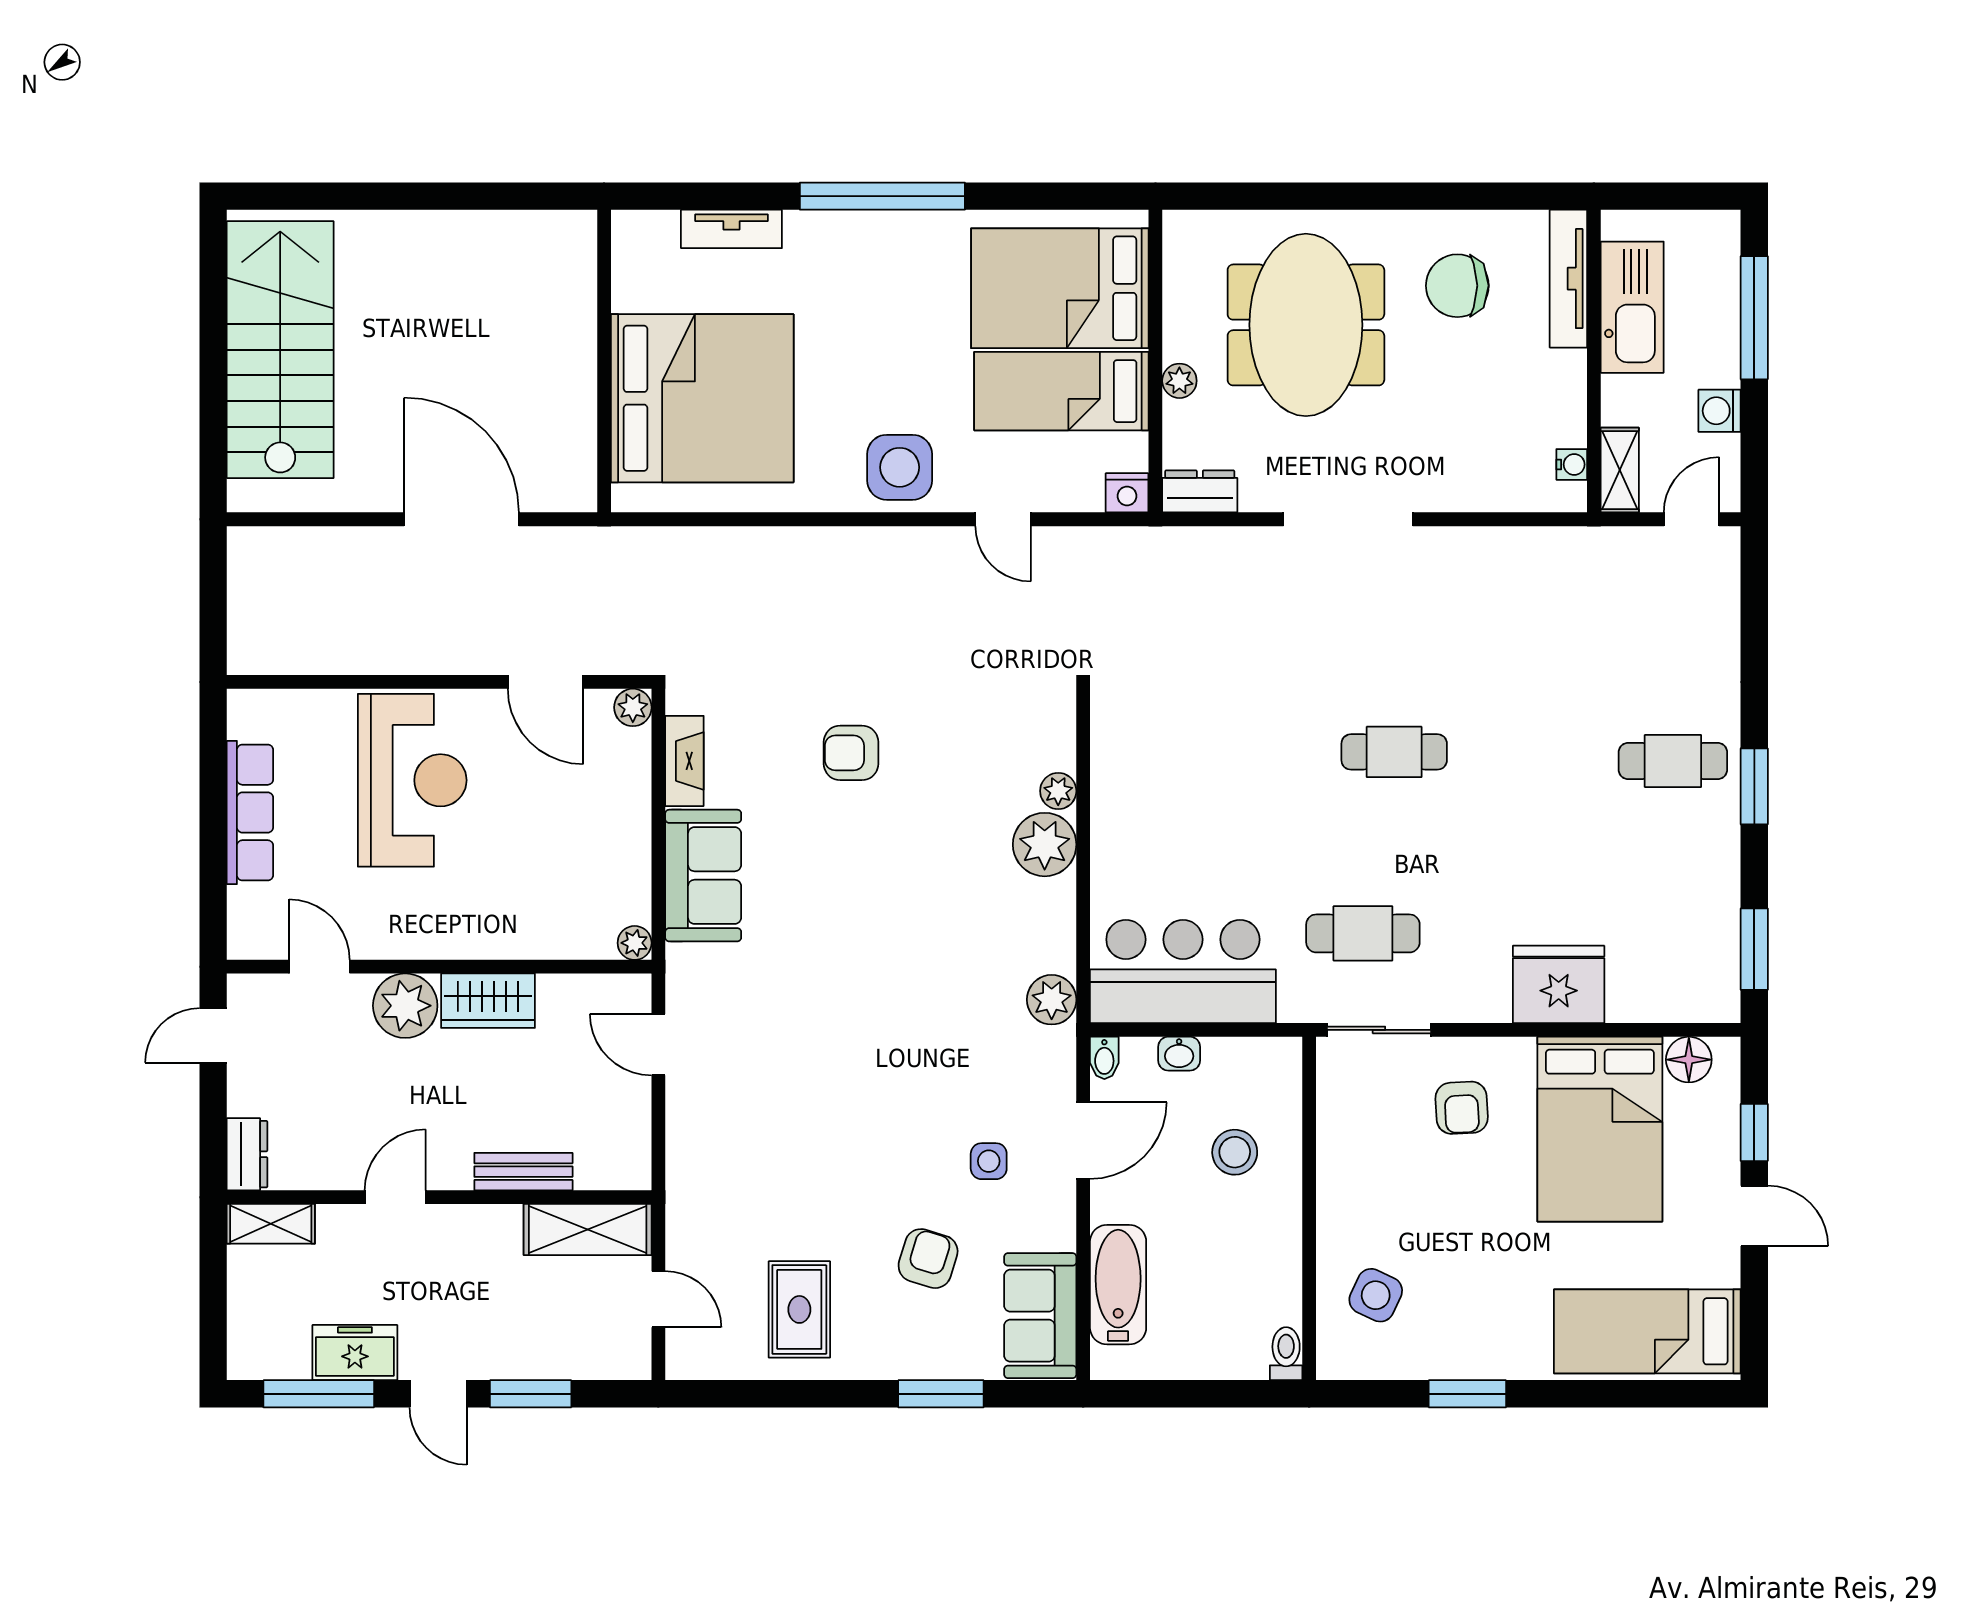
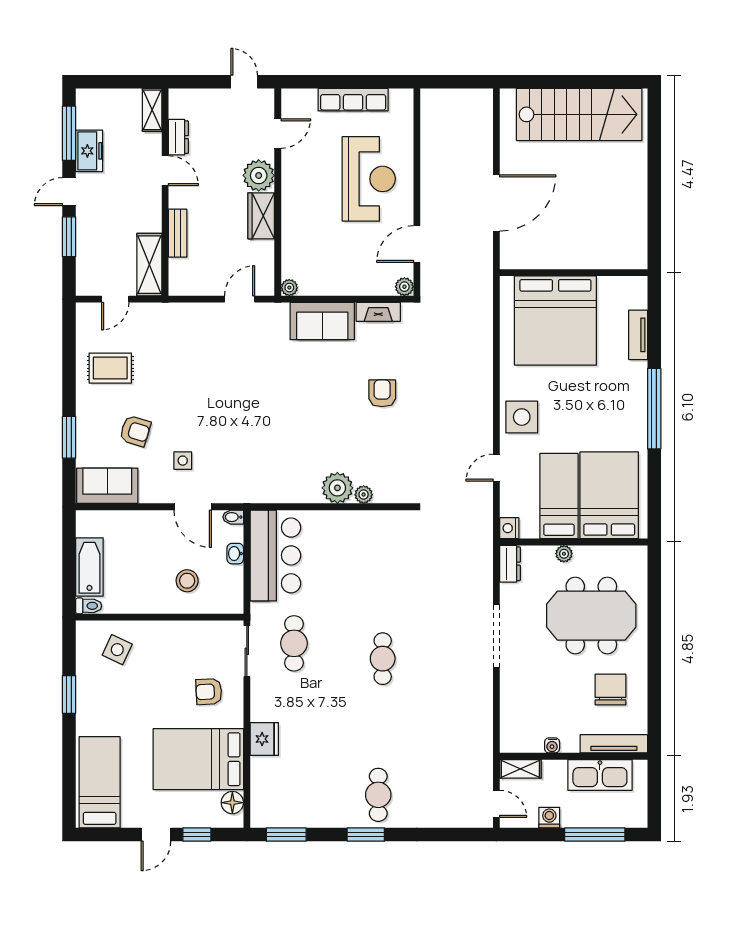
water cooler: (1572, 464) -> (552, 745), moved
reception desk: (412, 780) -> (369, 179), turned -90
fridge: (1559, 984) -> (264, 739), width x0.73, depth x0.75
plant: (1052, 1000) -> (262, 491), removed
dresser: (247, 1154) -> (178, 137), moved, turned -90
bathtub: (1118, 1285) -> (89, 567), moved, turned -90

